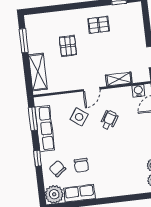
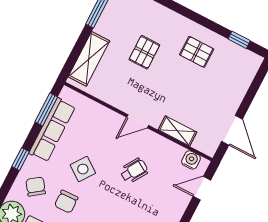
side table: (79, 117) -> (83, 169), moved

